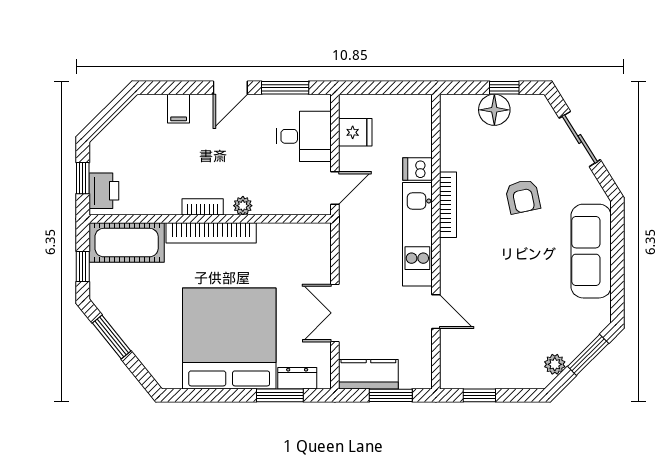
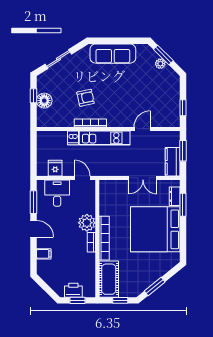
printer: (104, 191) -> (73, 290), moved
armchair: (523, 197) -> (86, 98), moved
plant: (243, 206) -> (87, 223), width x1.87, depth x1.87
plant: (555, 364) -> (160, 64), moved

